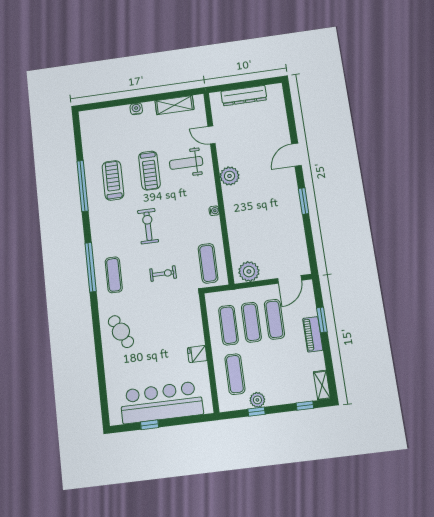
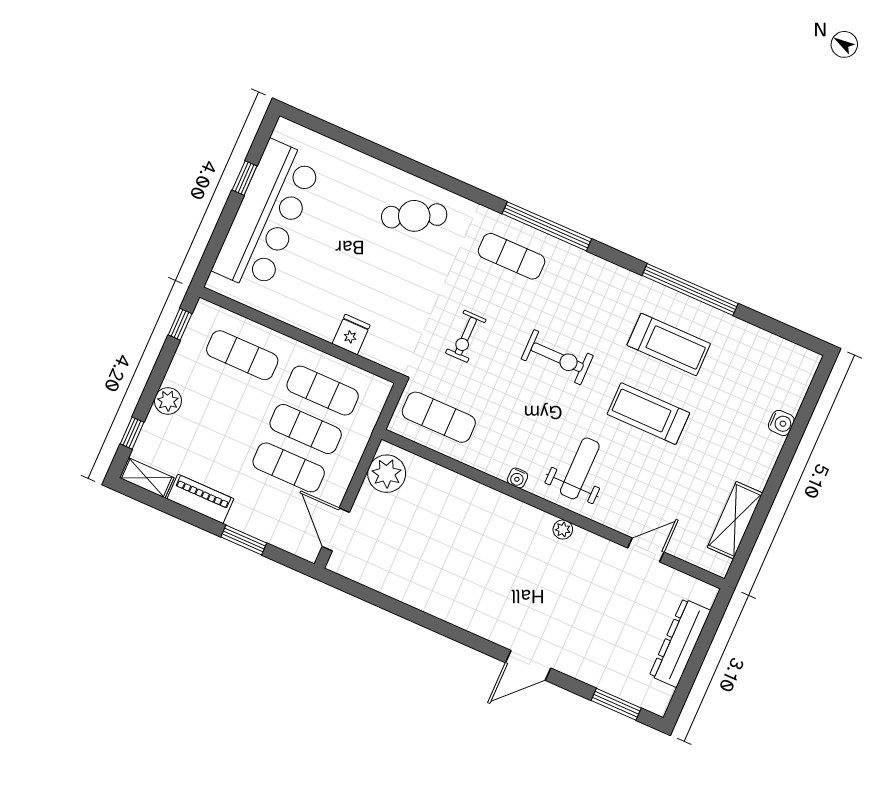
water cooler: (136, 109) -> (781, 423), moved
door: (296, 155) -> (528, 665), swing flipped
weight bench: (186, 163) -> (580, 468), moved
plant: (230, 176) -> (563, 529), width x0.53, depth x0.53
window: (304, 201) -> (616, 704), moved
piano: (313, 334) -> (200, 499), moved
fridge: (197, 354) -> (351, 334), moved
plant: (257, 400) -> (168, 401), moved
window: (257, 412) -> (180, 324), moved

